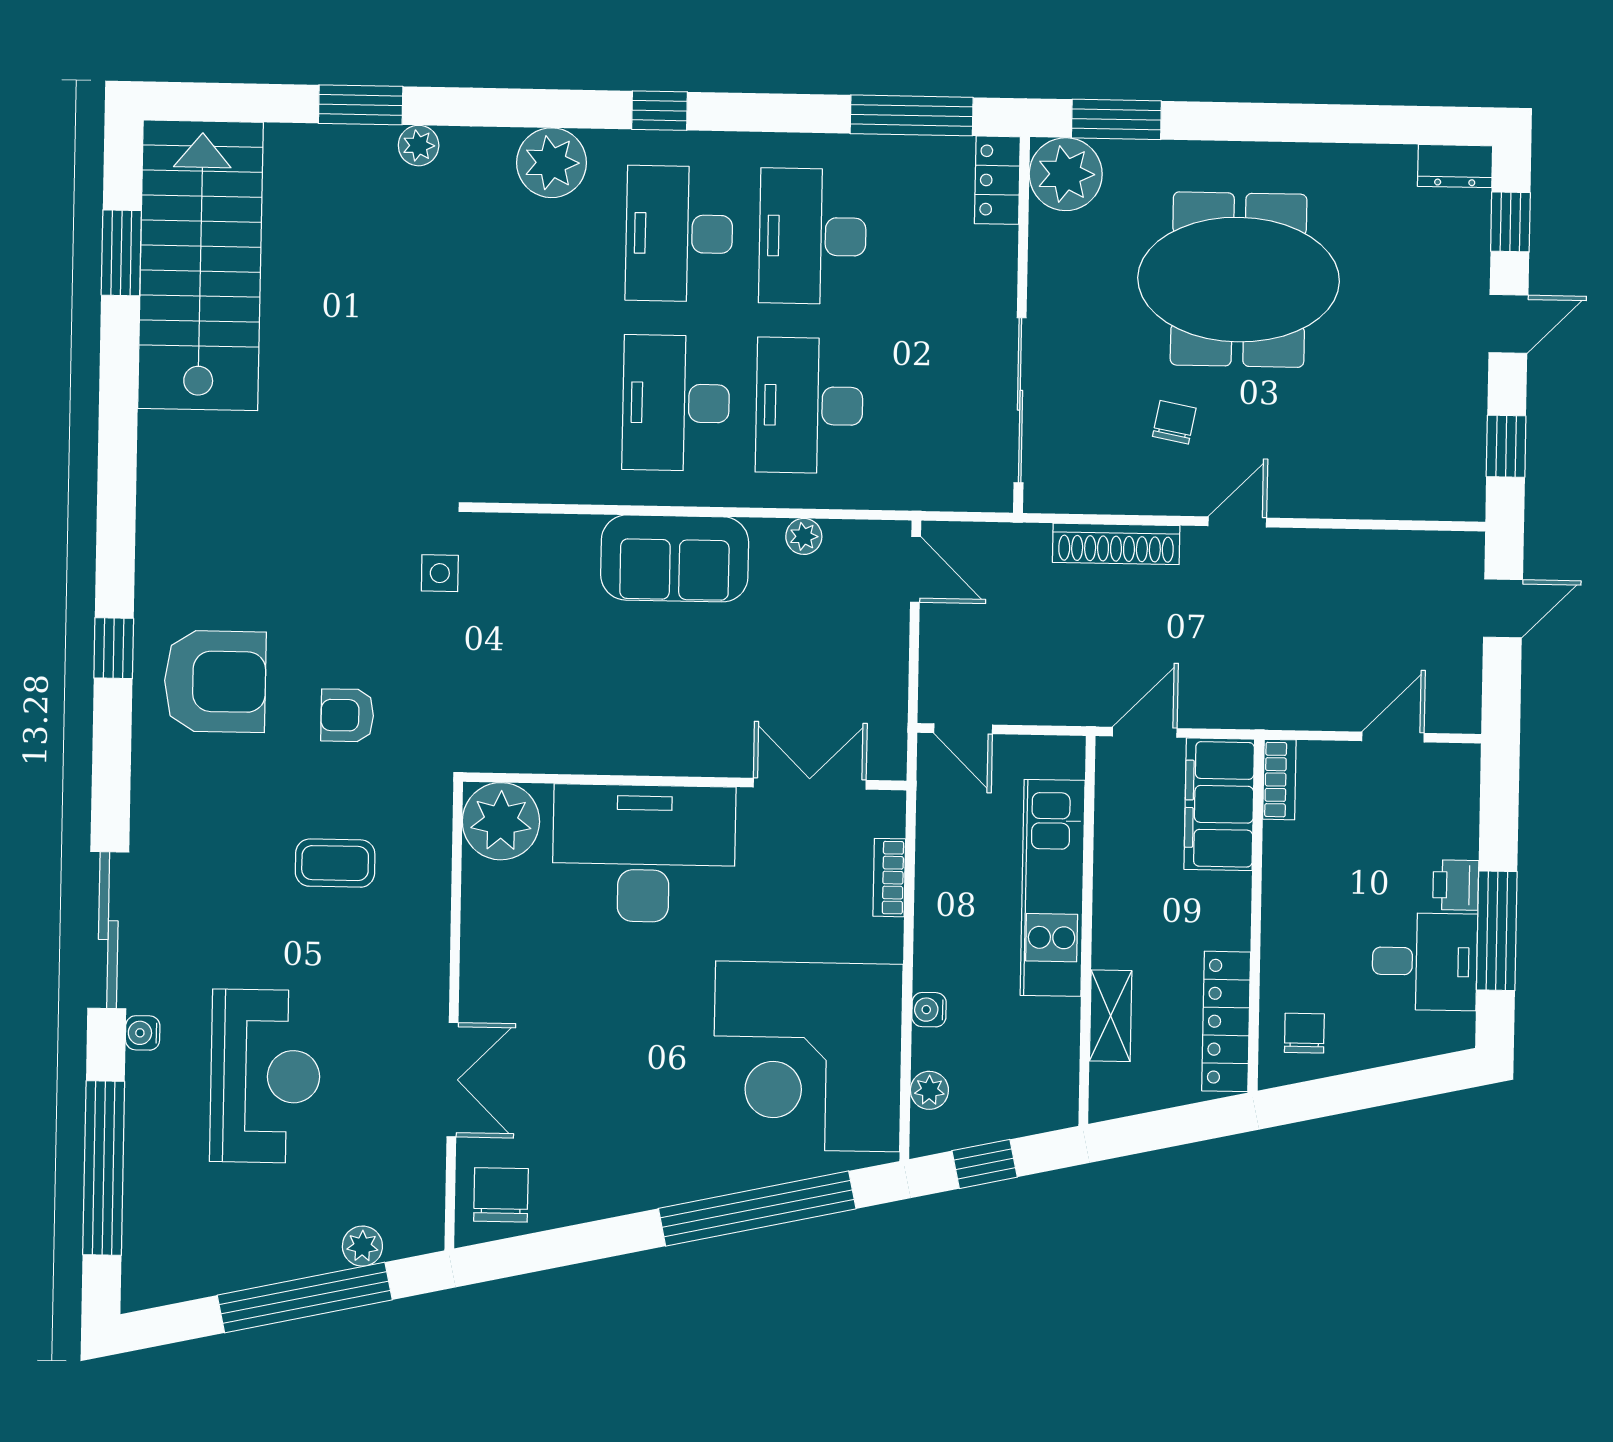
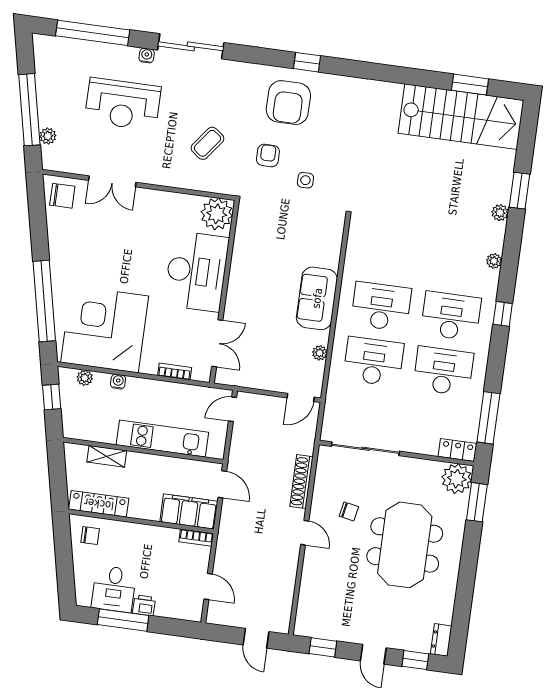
plant: (551, 163) -> (494, 261), width x0.53, depth x0.53
side table: (440, 573) -> (305, 180), moved
coffee table: (335, 863) -> (207, 143), turned 37

